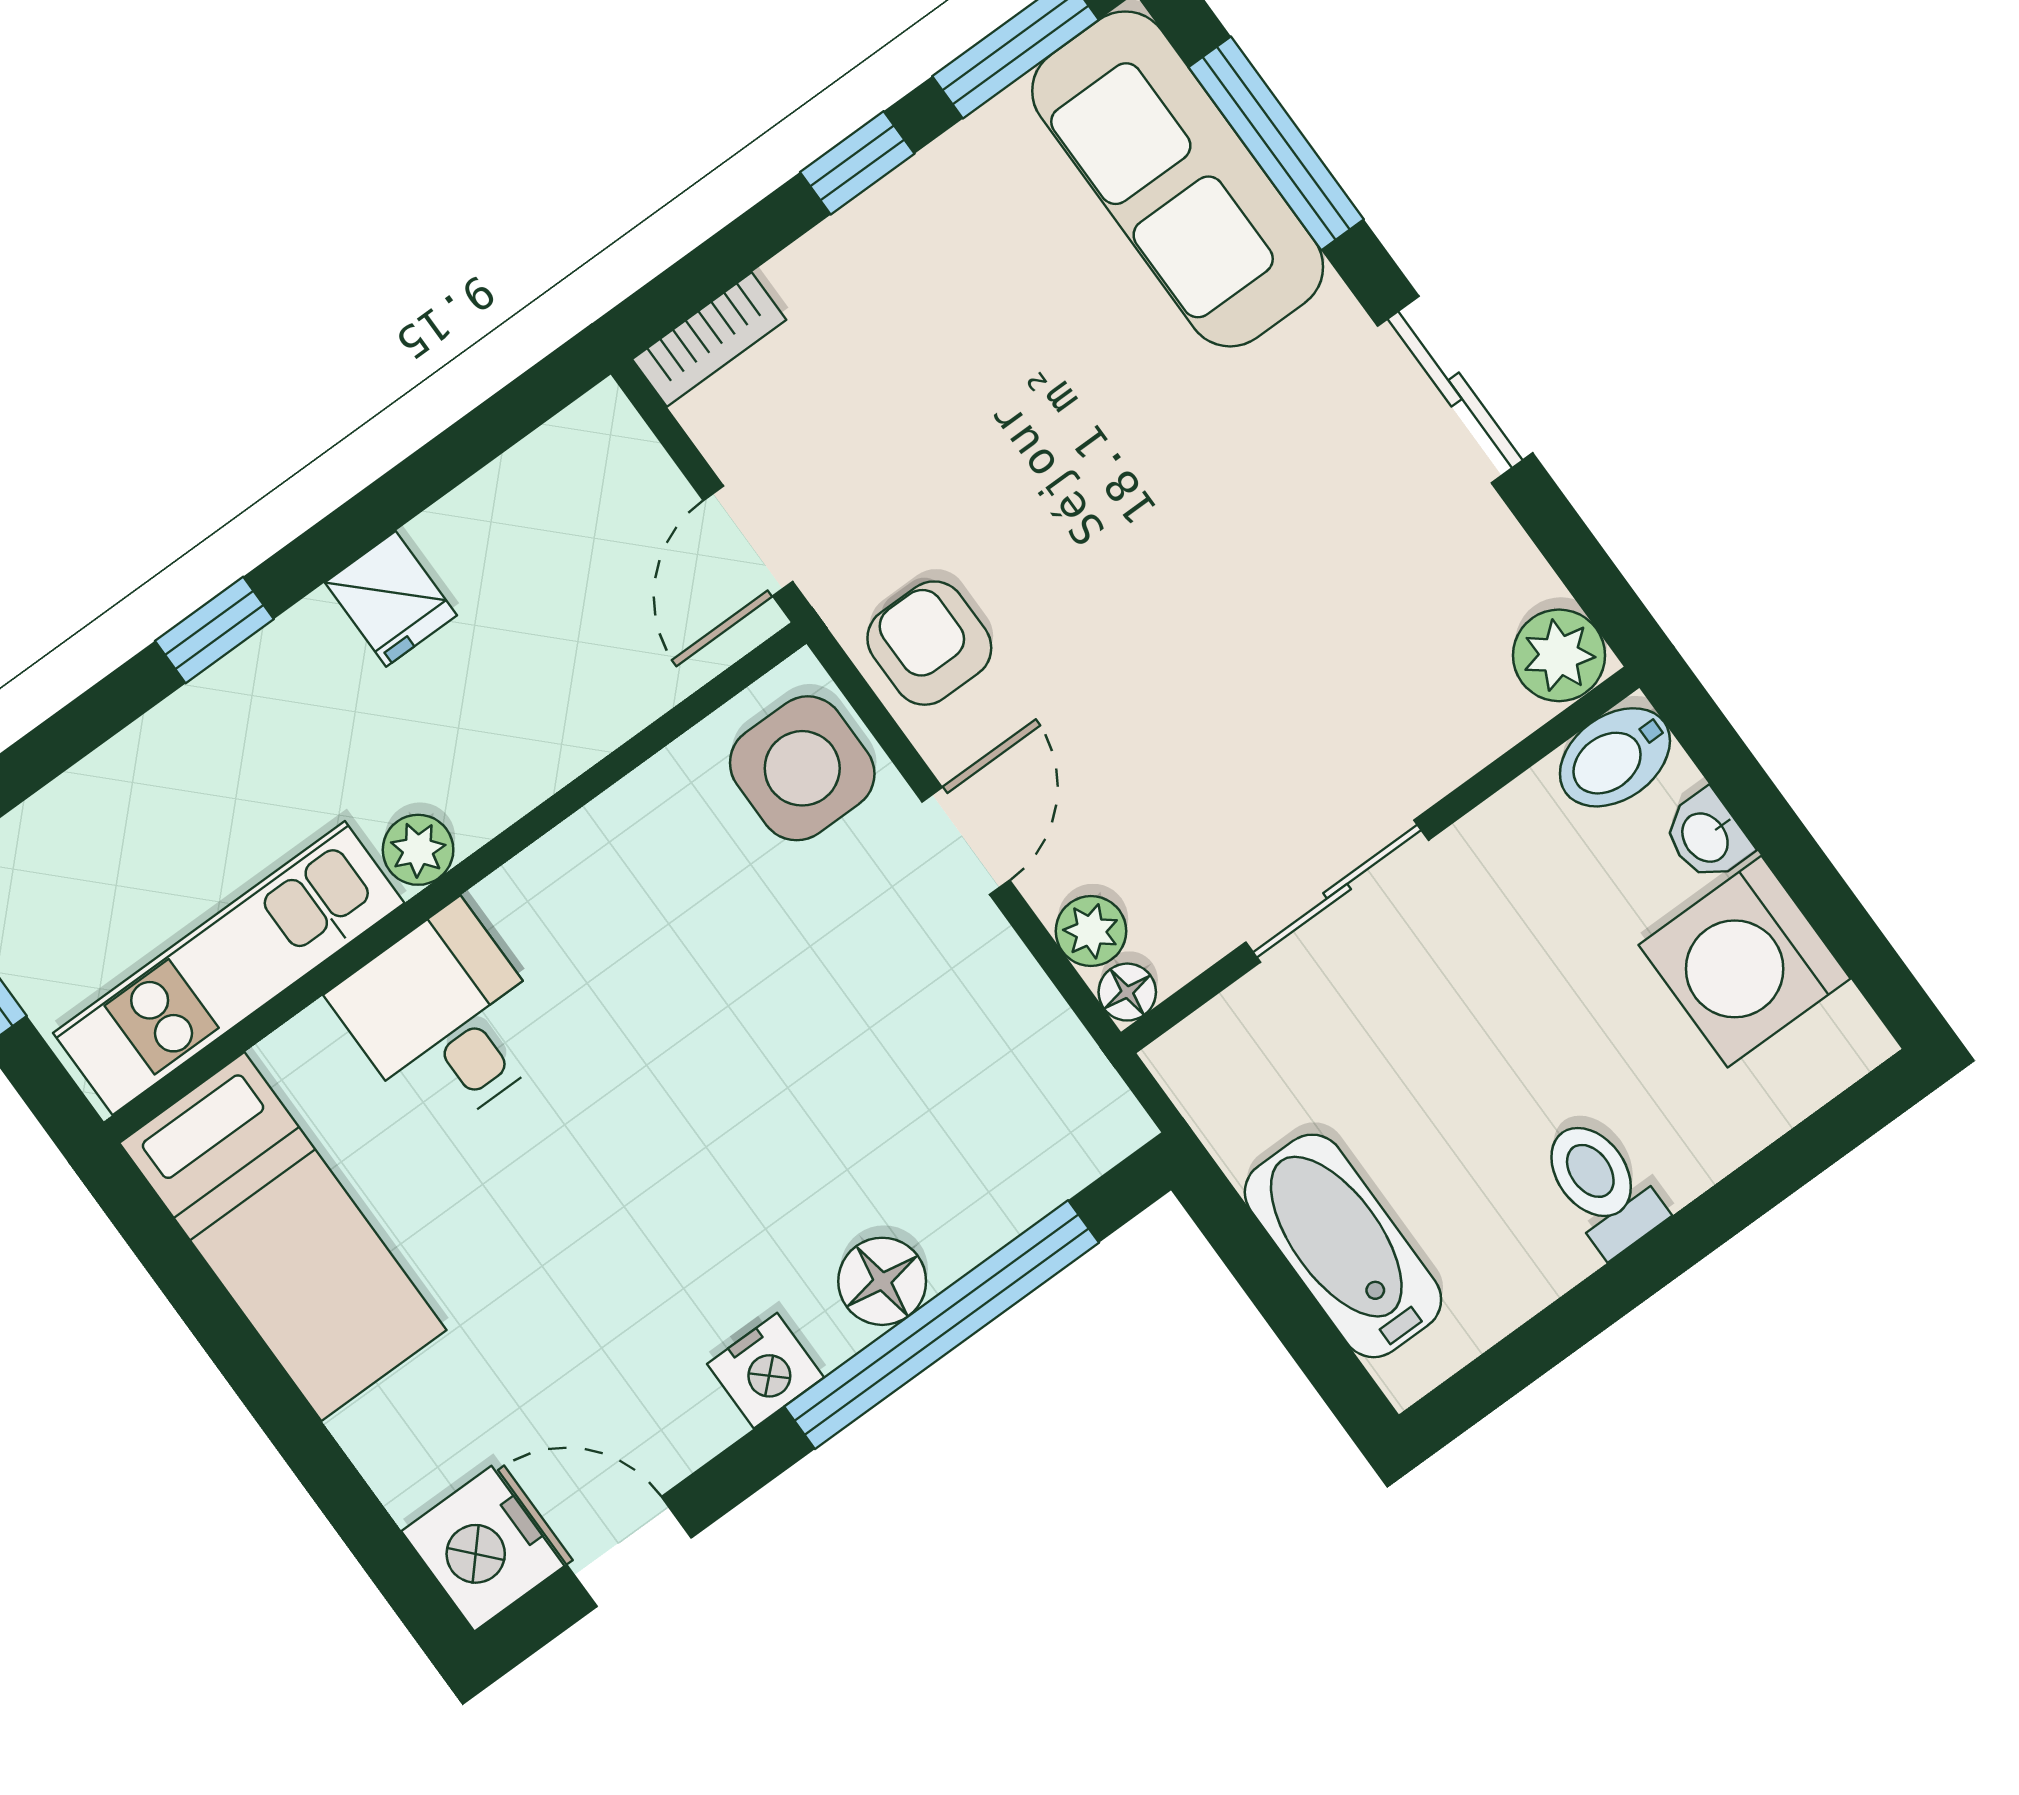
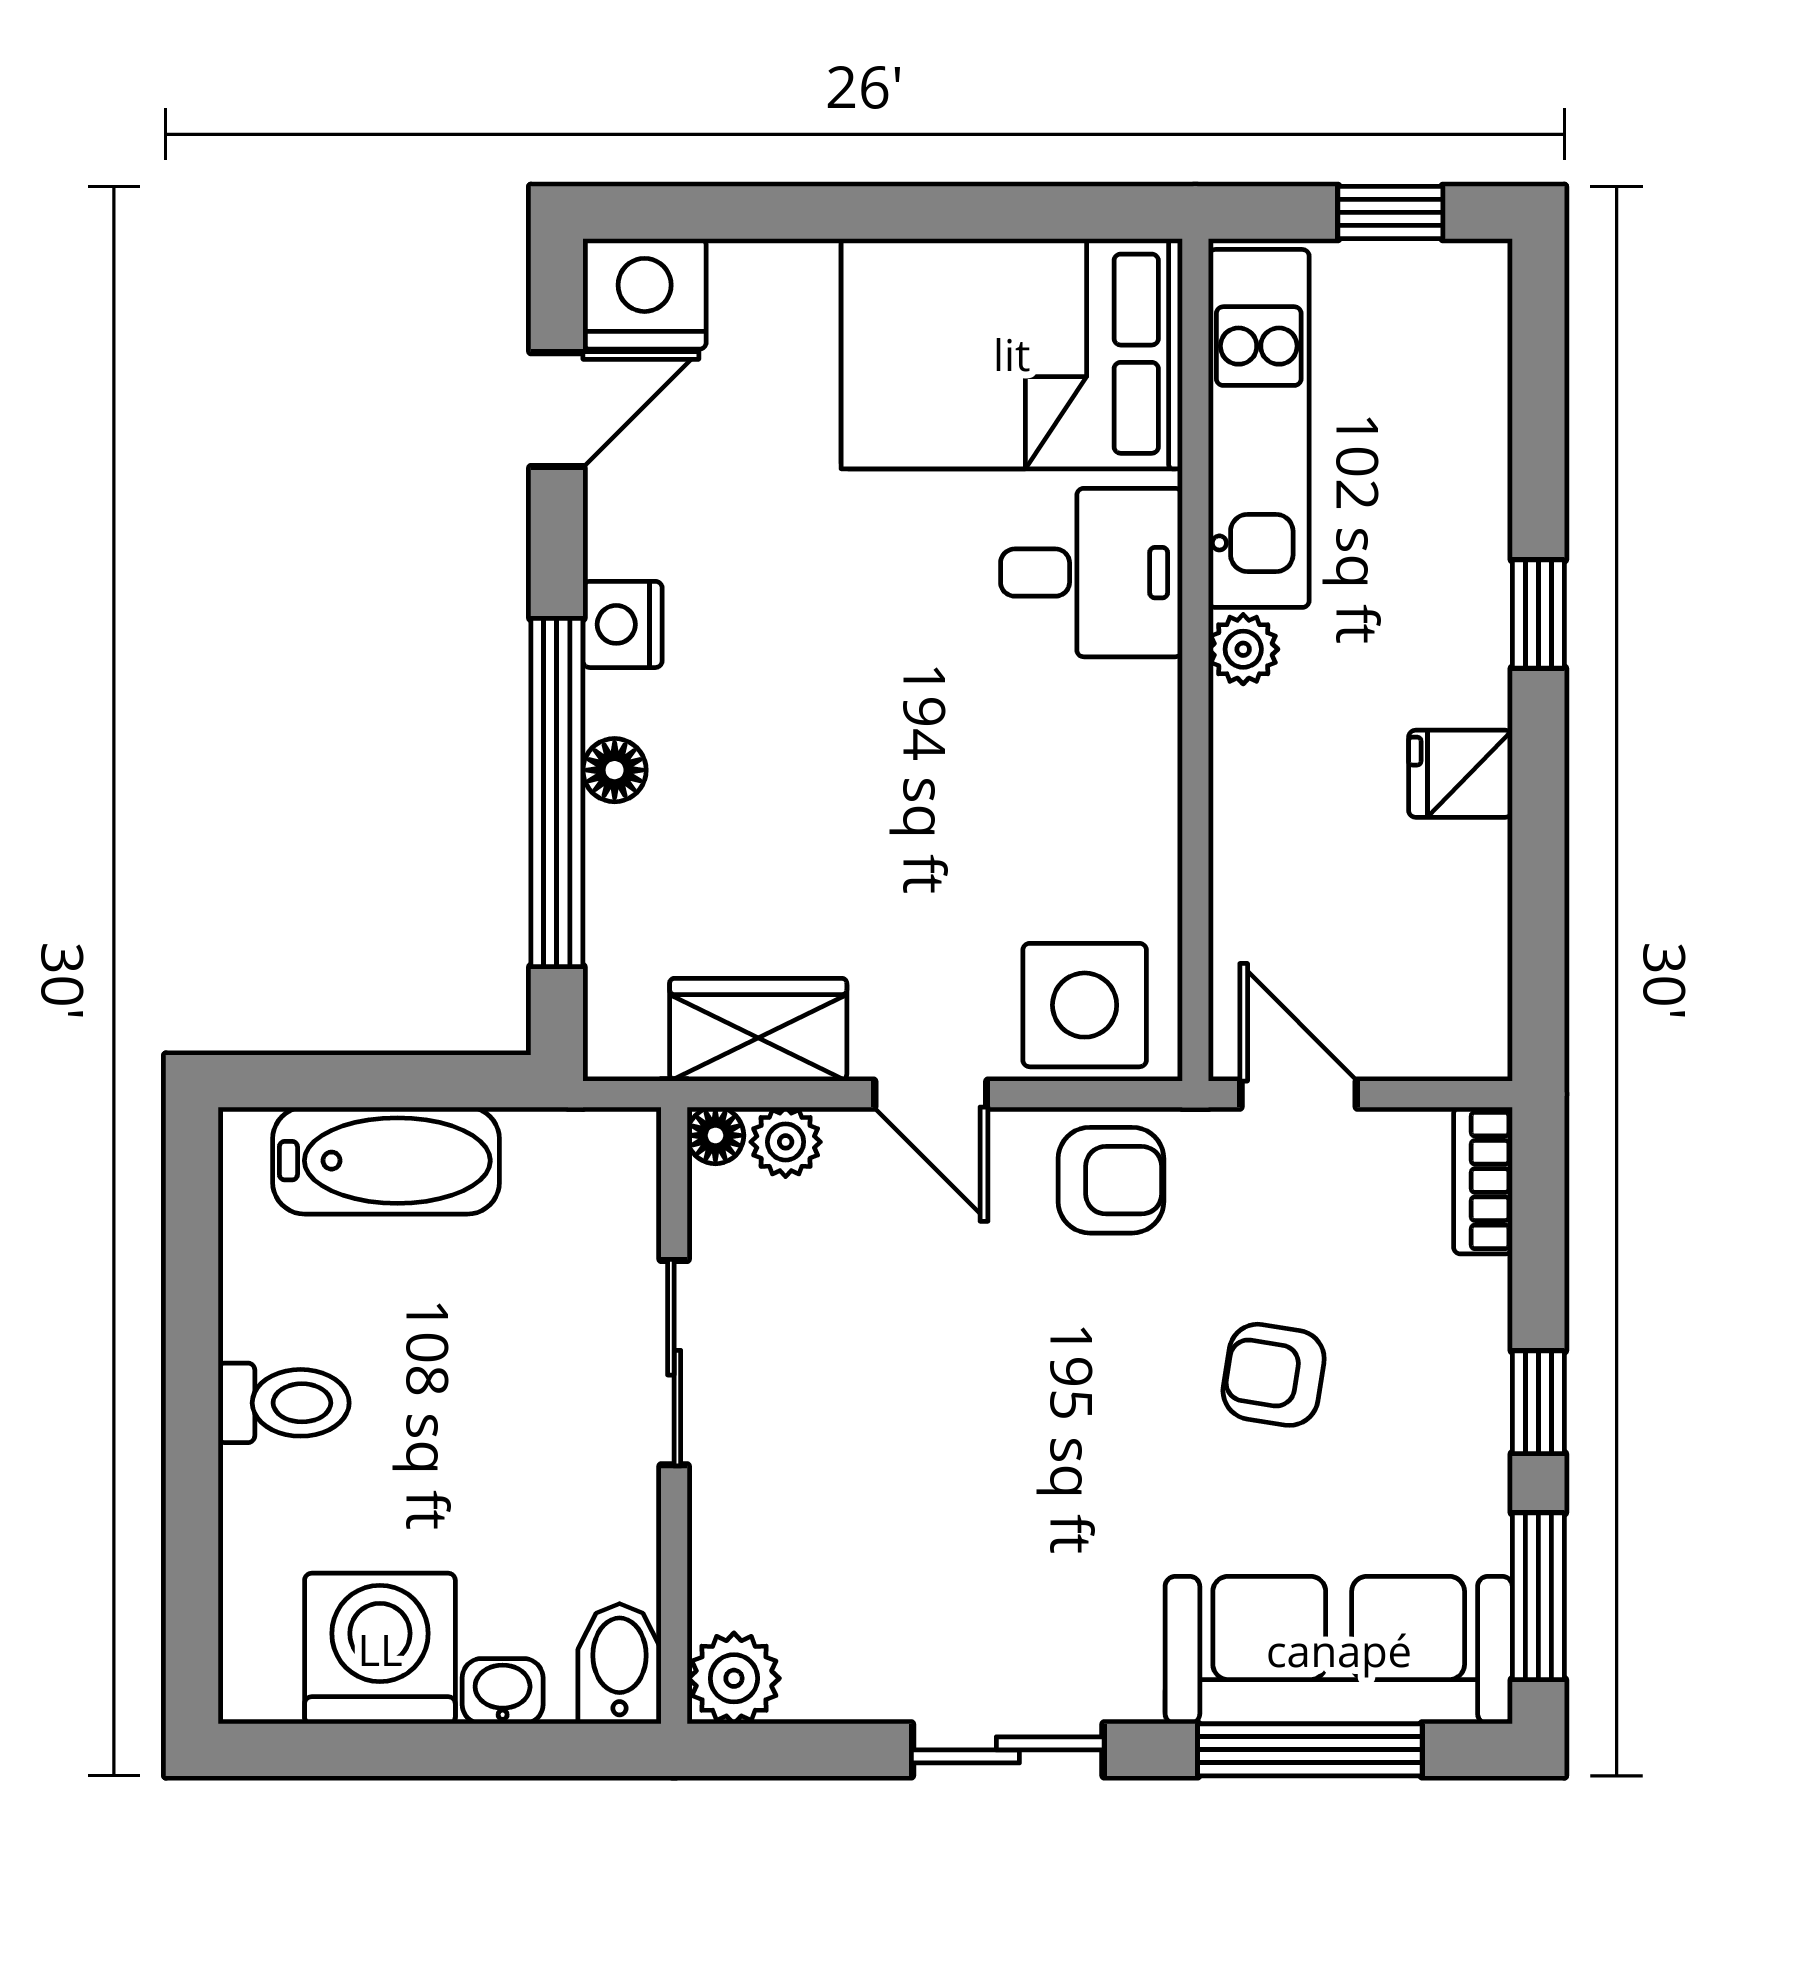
armchair: (992, 395) -> (1274, 1375), added
wardrobe: (1016, 1020) -> (758, 1030), added
bed: (283, 1237) -> (1012, 354), width x1.50
floor lamp: (882, 1281) -> (615, 770), width x0.73, depth x0.73

